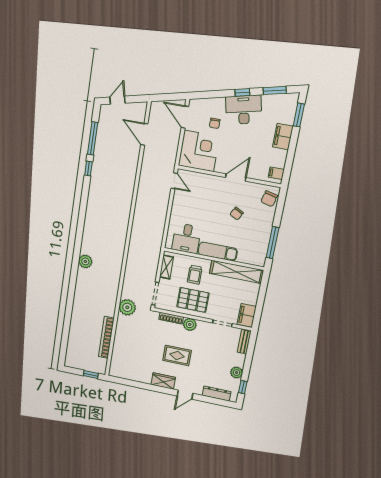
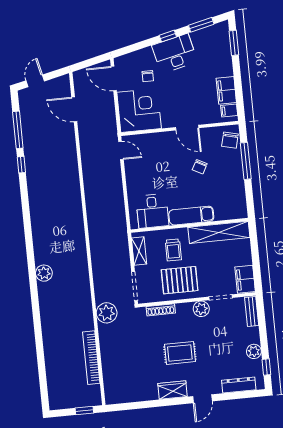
filing cabinet: (283, 137) -> (226, 90), moved
door: (236, 178) -> (187, 128), swing flipped
window: (273, 243) -> (246, 161), moved
plant: (190, 324) -> (201, 309), moved

